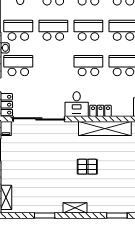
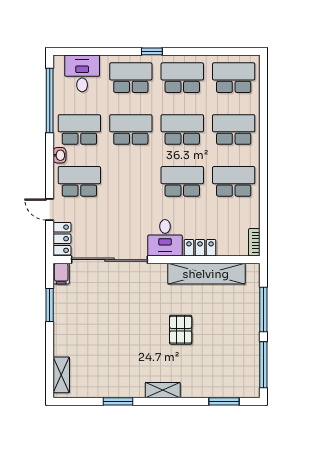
pallet: (87, 167) -> (181, 330), turned 90

